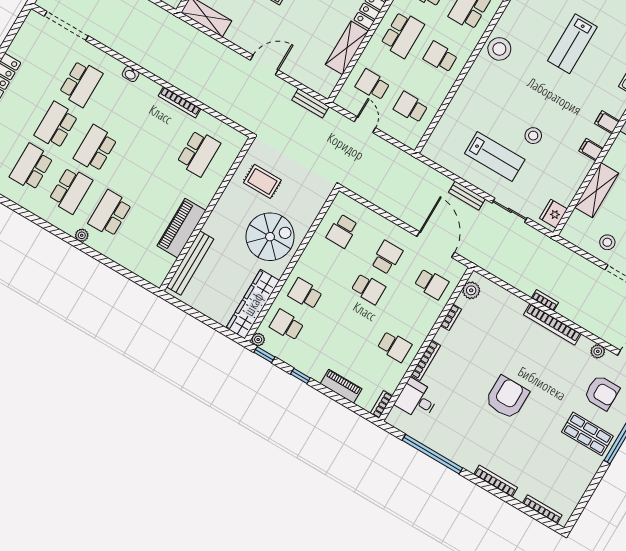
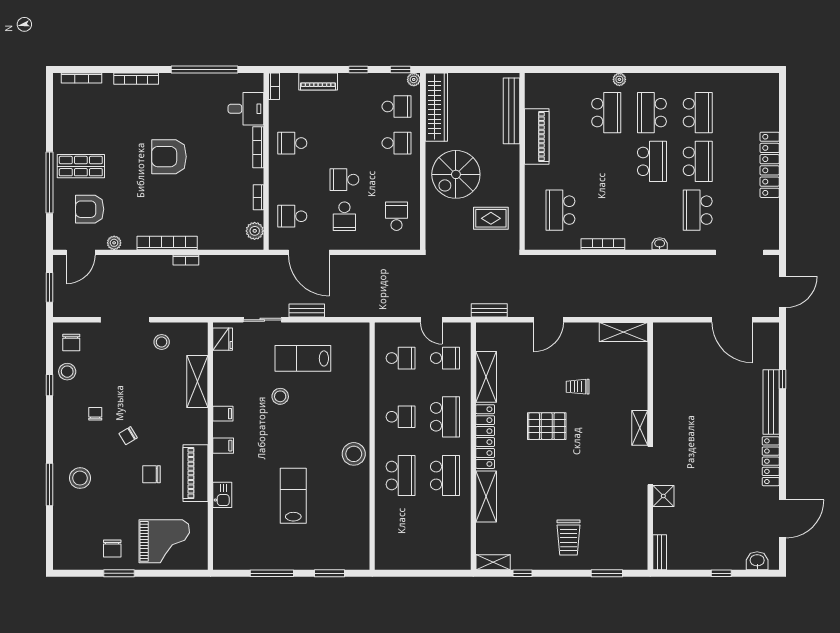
school desk: (402, 34) -> (445, 417), turned 180
armchair: (507, 397) -> (169, 157), turned 90

